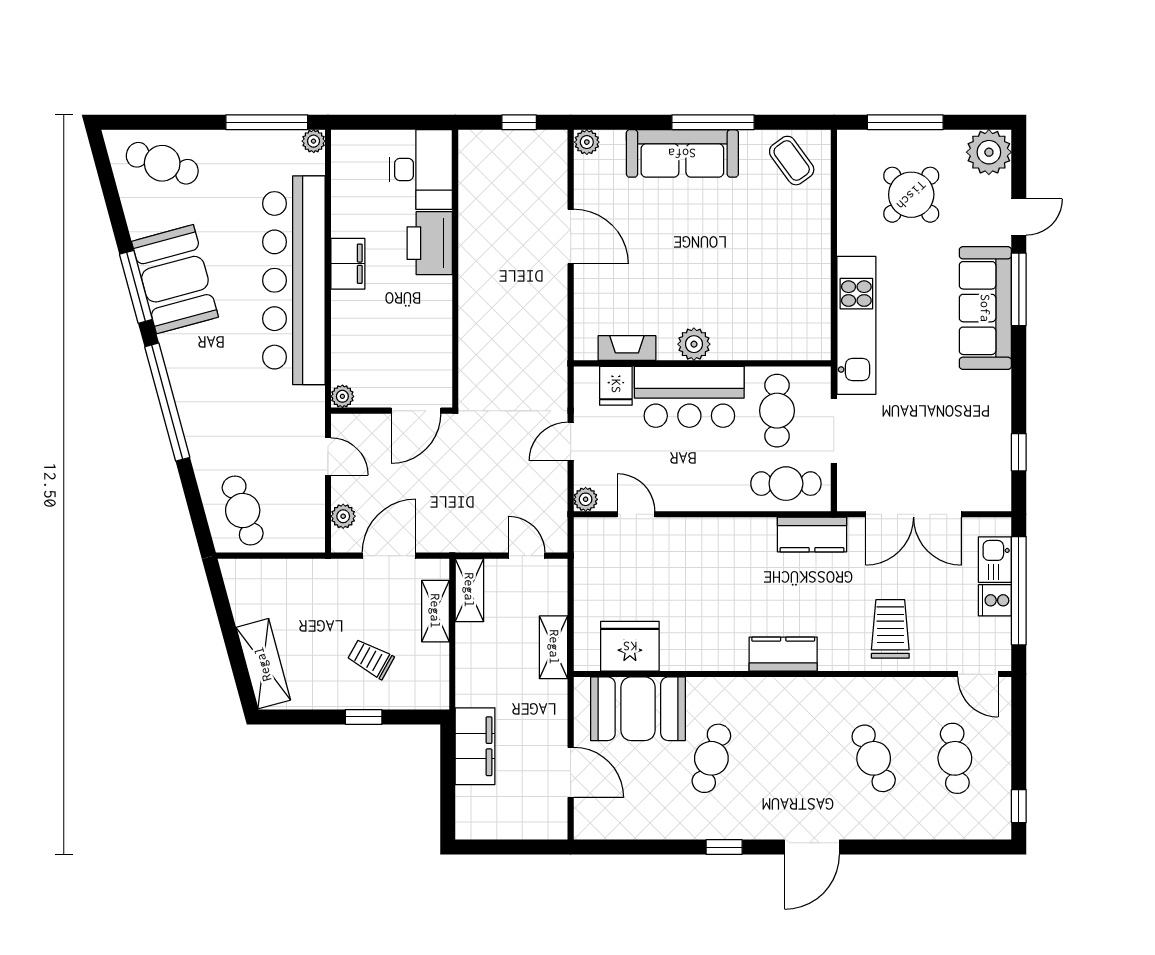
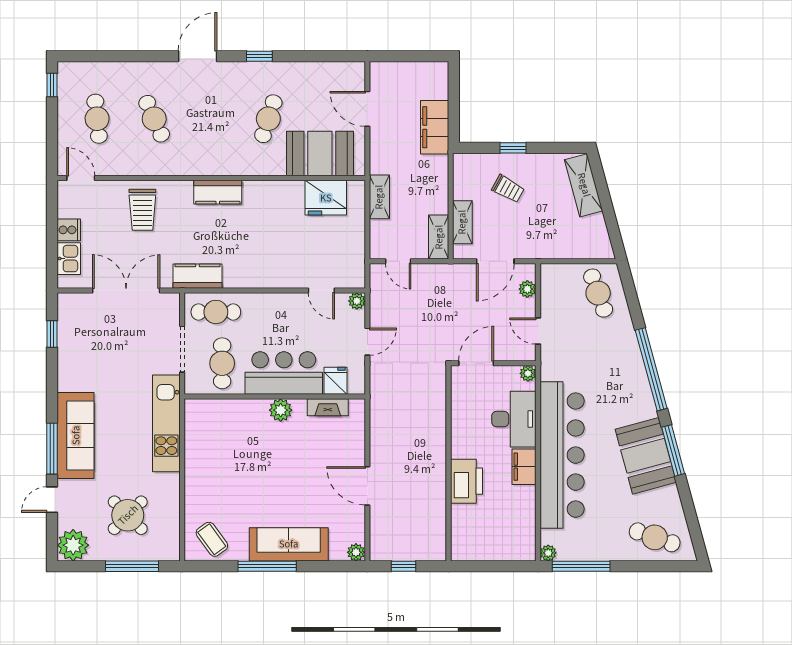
desk: (421, 169) -> (514, 419), moved, turned 180
window: (1019, 591) -> (52, 237), removed

